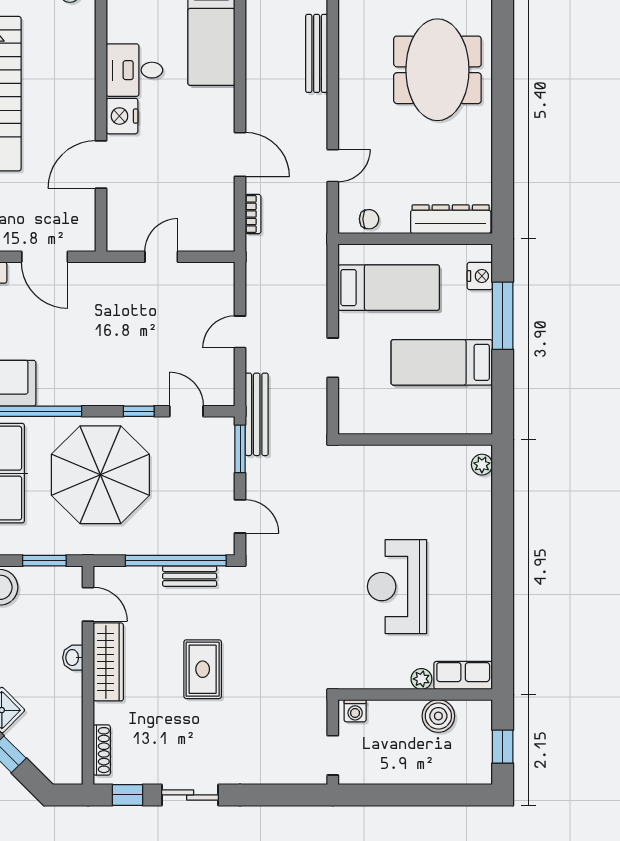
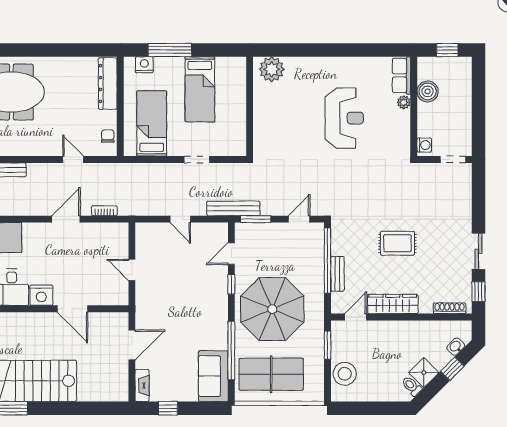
plant: (482, 465) -> (272, 69), width x1.88, depth x1.88
bench: (190, 576) -> (337, 274), moved
reception desk: (397, 587) -> (344, 118), turned -90
washbasin: (73, 658) -> (456, 347), moved, turned 135

